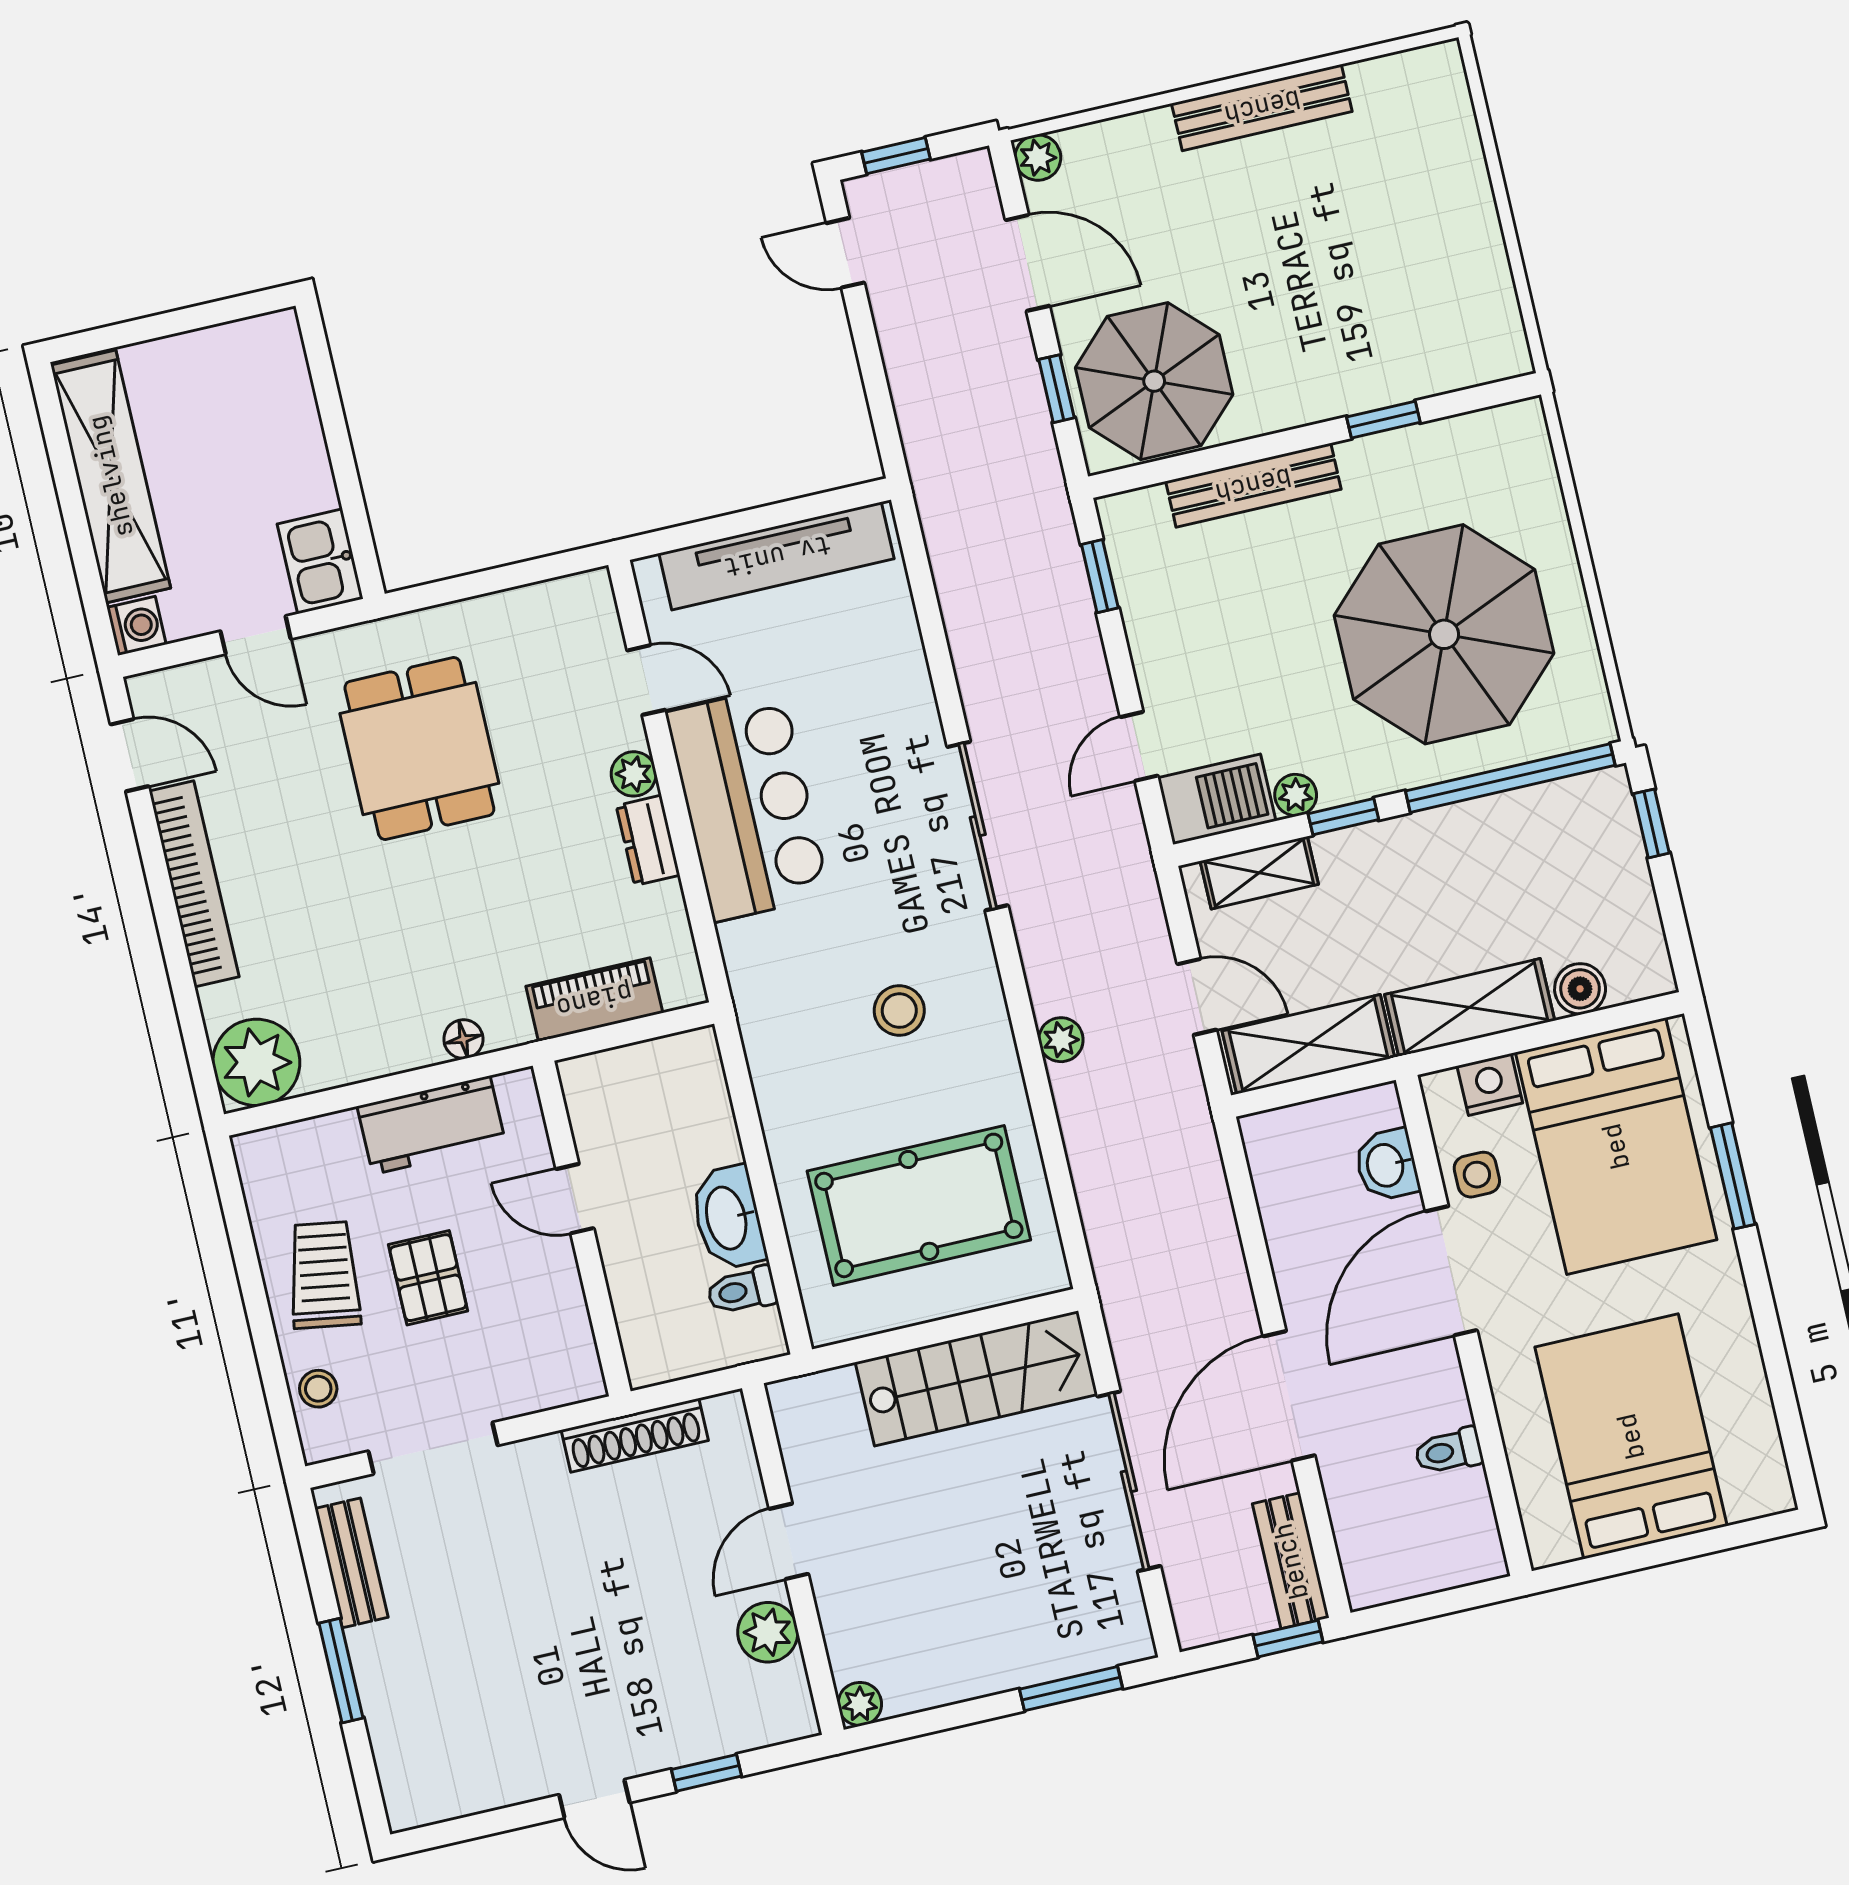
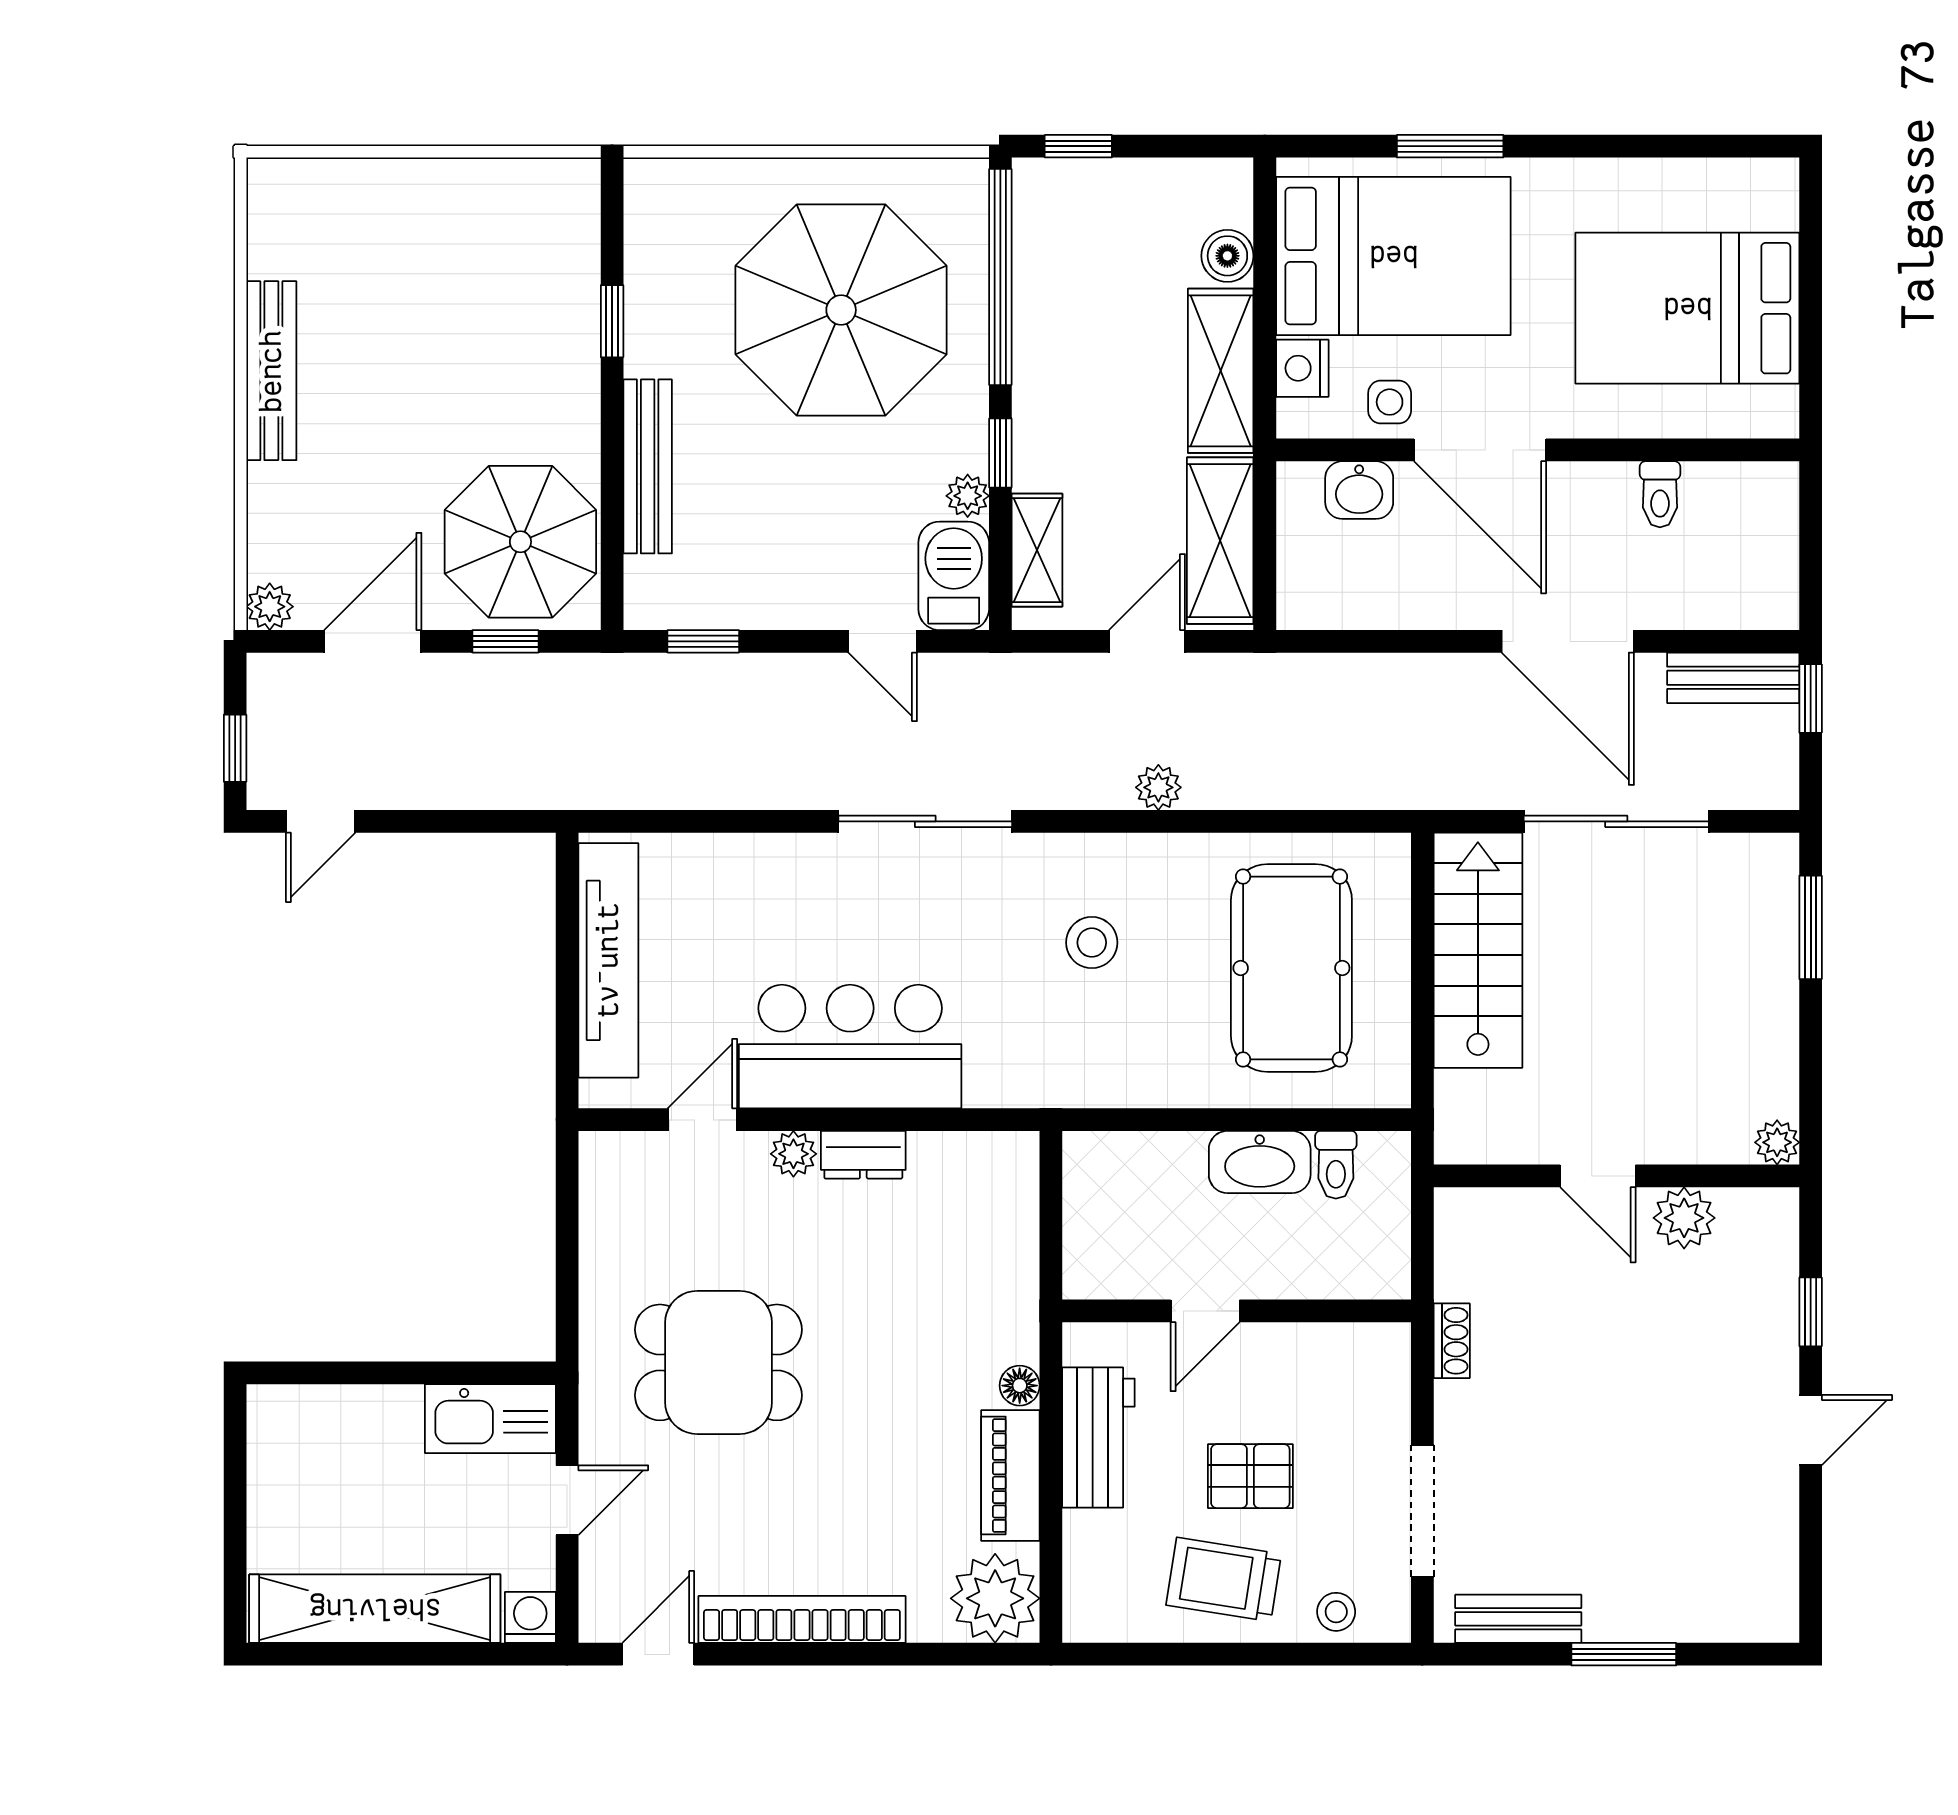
kitchen sink: (320, 561) -> (490, 1419), width x1.38
piano: (594, 1000) -> (1010, 1476), moved
shoe rack: (635, 1435) -> (1452, 1341), width x0.51, depth x0.81

